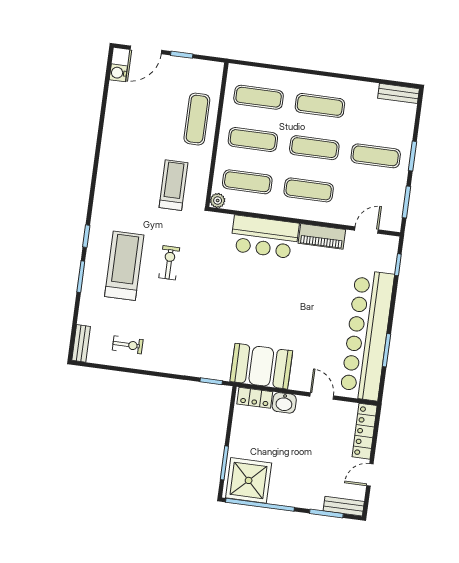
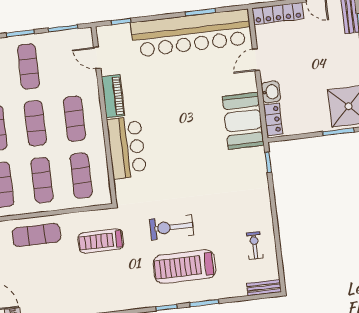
plant: (218, 201) -> (105, 198), removed
exercise bike: (169, 263) -> (172, 227), width x1.38, depth x1.39

